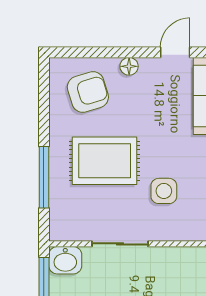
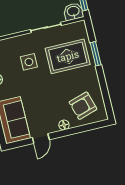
rug: (105, 161) -> (68, 56), moved
window: (44, 177) -> (96, 54), width x0.69

